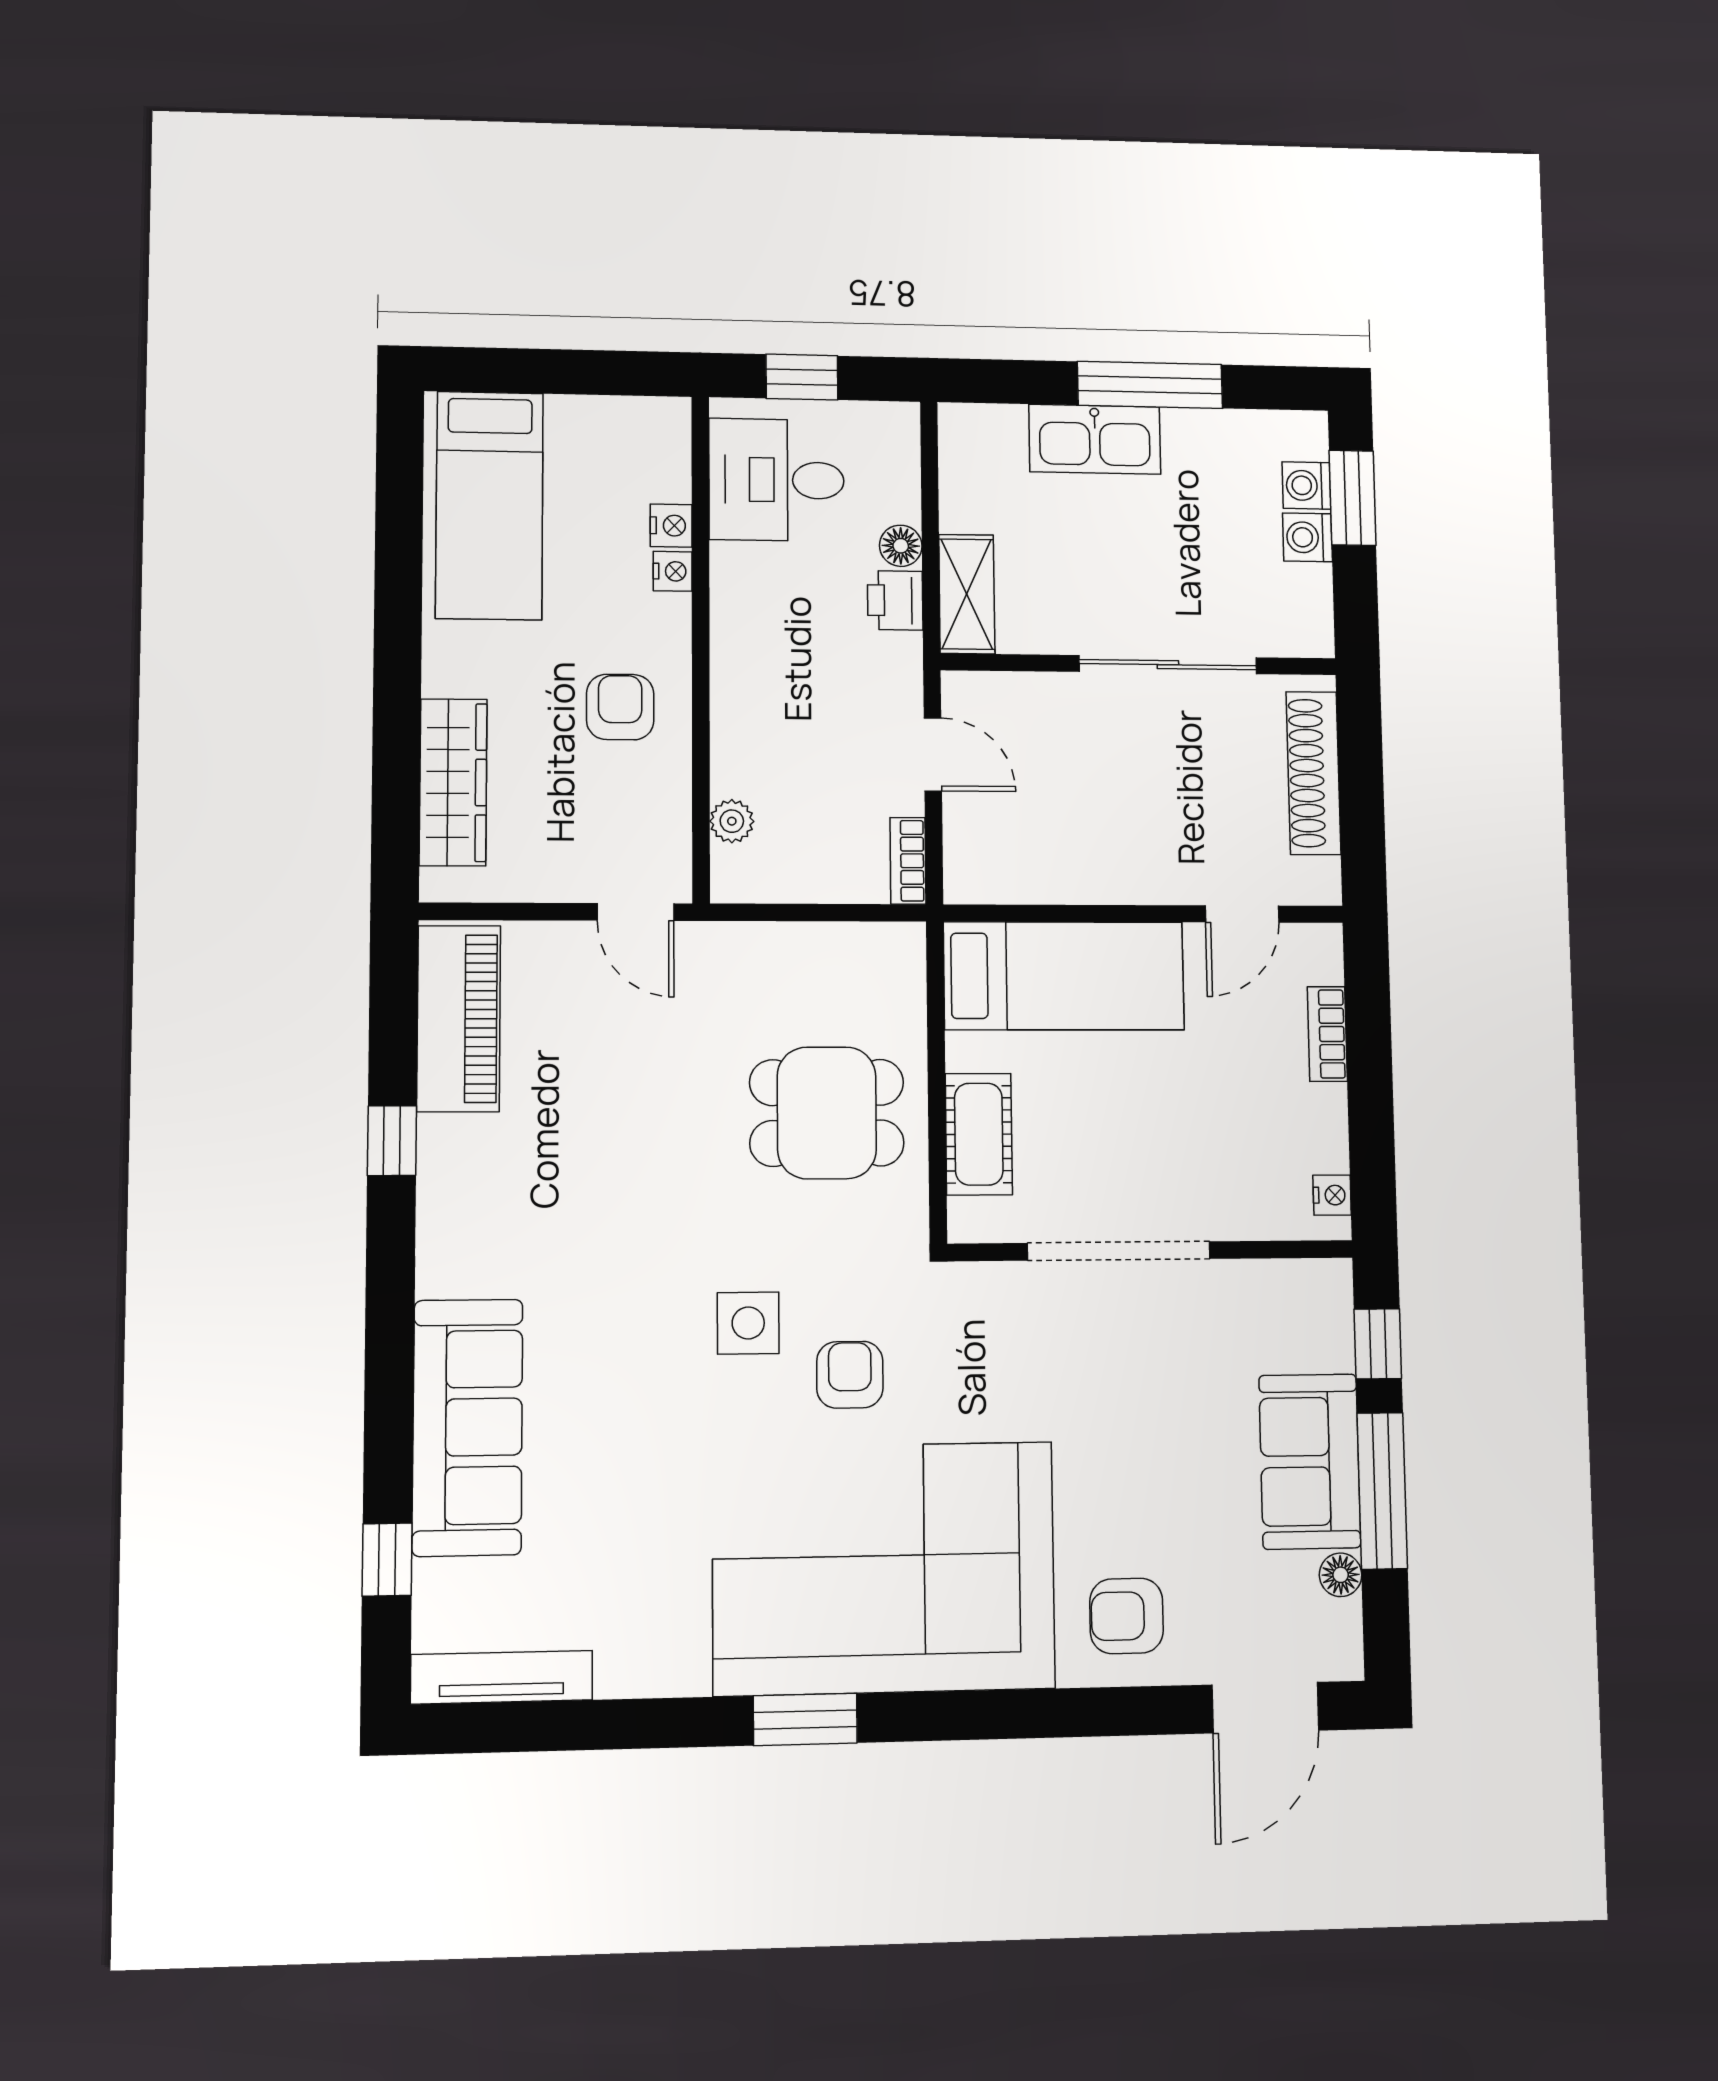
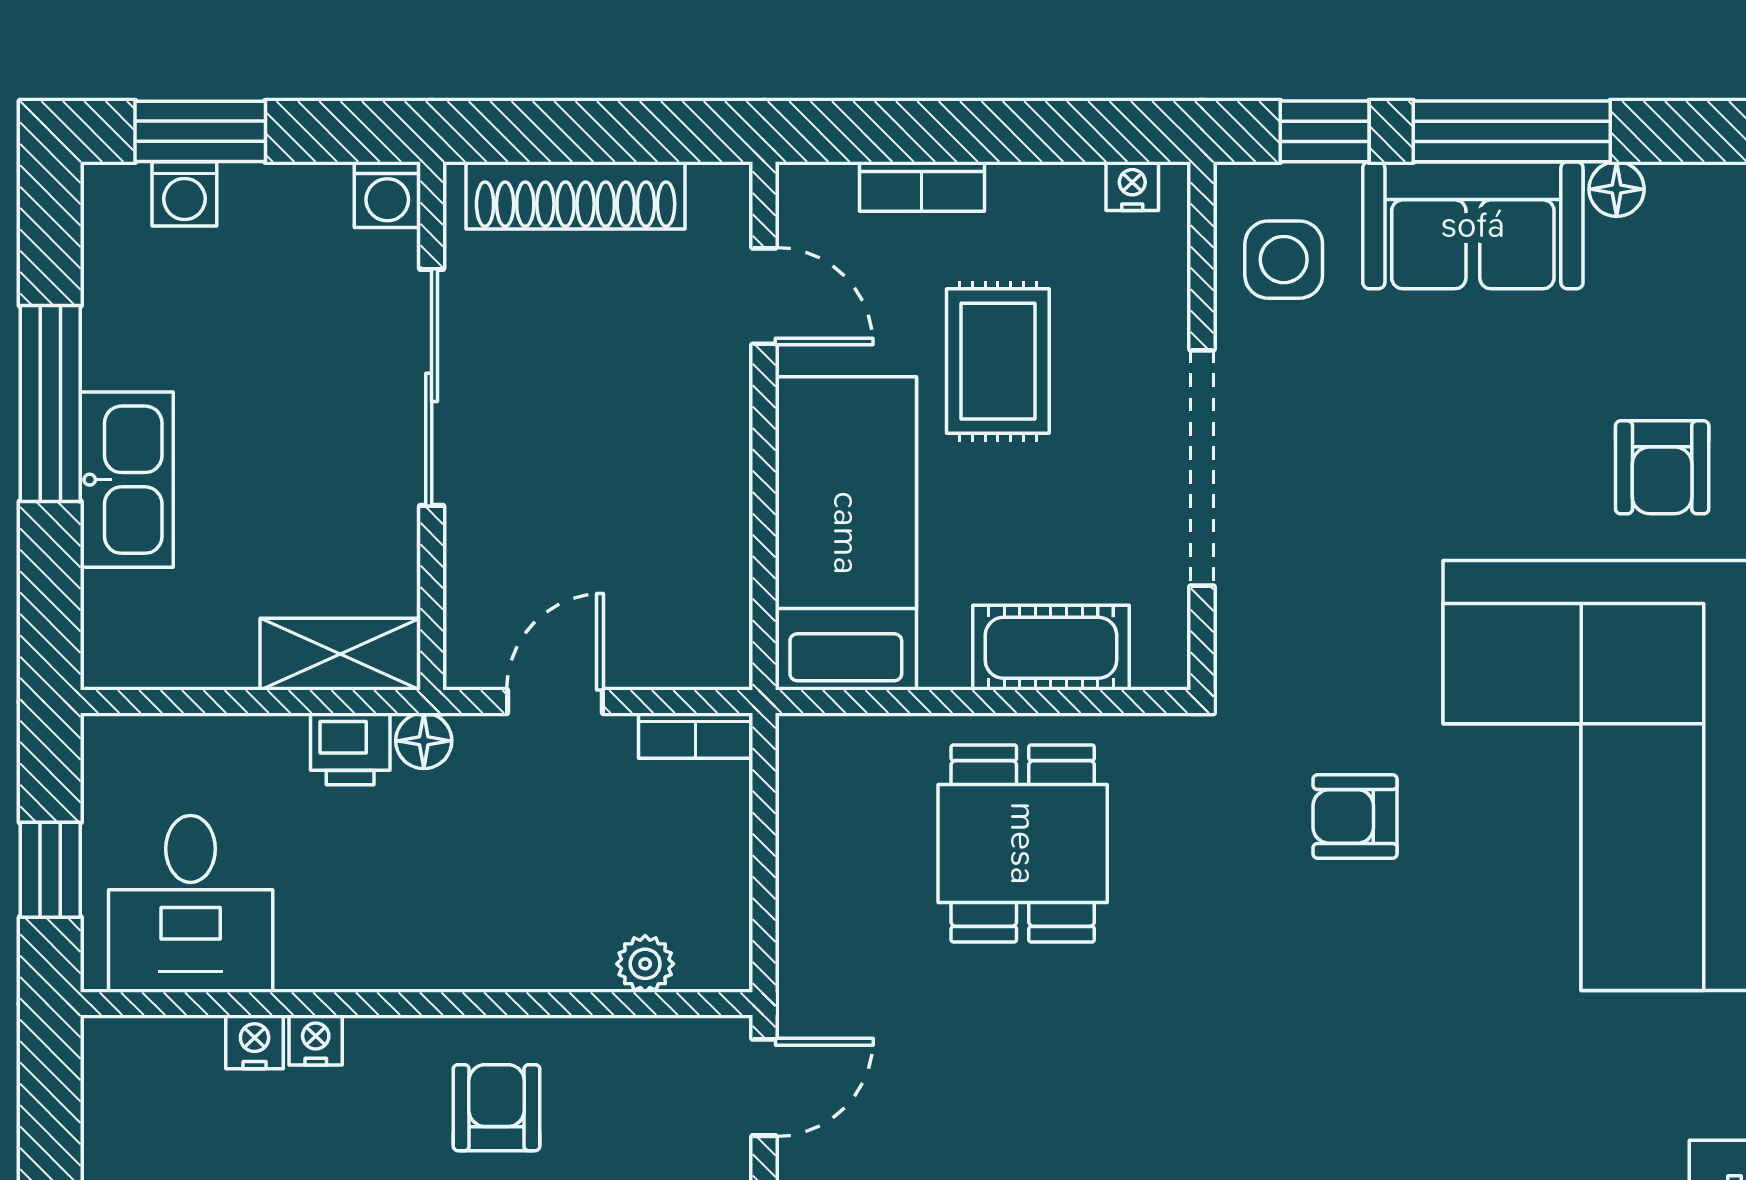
washing machine: (1307, 537) -> (387, 195), moved
floor lamp: (901, 546) -> (424, 741), moved
armchair: (620, 707) -> (497, 1108), turned 90
rug: (1197, 1092) -> (998, 361), added
side table: (748, 1323) -> (1284, 260), moved

